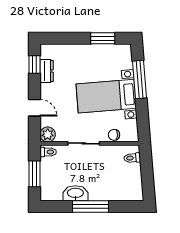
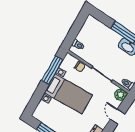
window: (139, 80) -> (52, 70), moved

